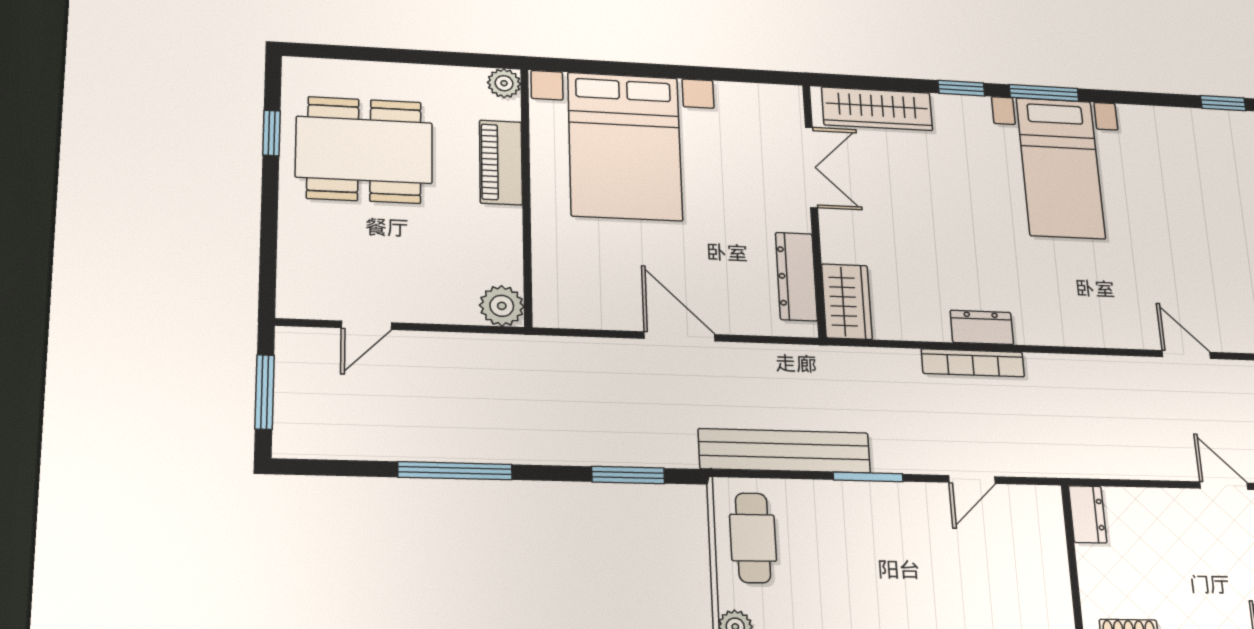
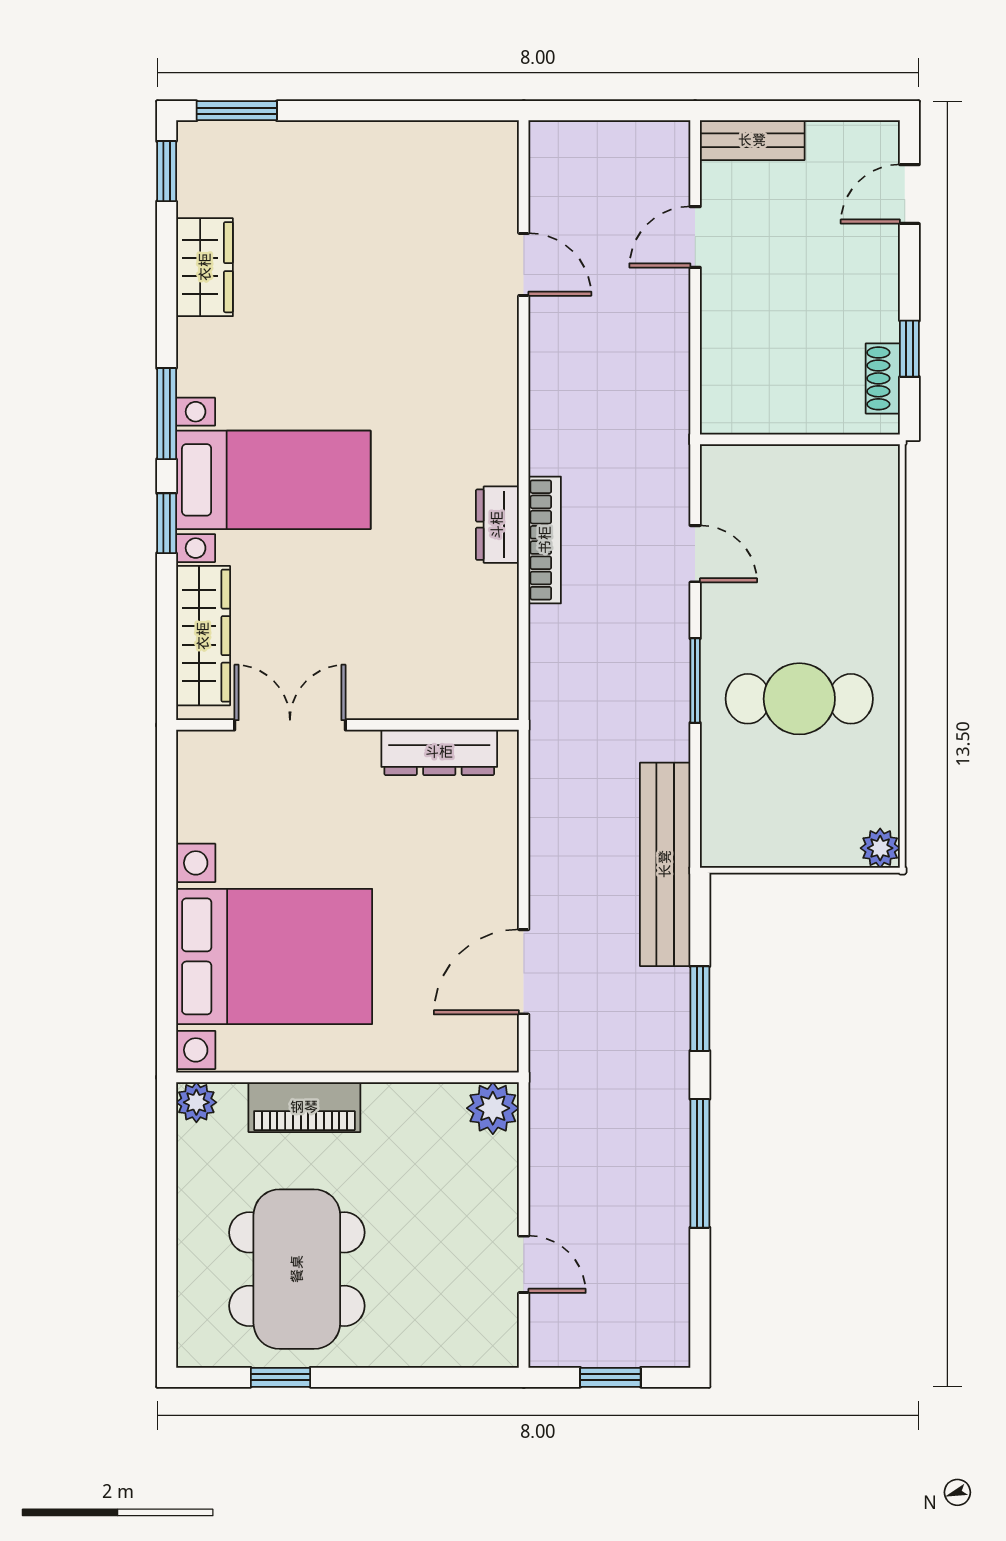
bed with nightstands: (1061, 168) -> (273, 480), moved
wardrobe: (847, 302) -> (205, 267), moved, turned 90
door: (680, 336) -> (524, 972), moved
door: (1186, 355) -> (524, 264), swing flipped
window: (265, 392) -> (610, 1377), width x0.67
bench: (785, 451) -> (665, 864), moved
window: (628, 475) -> (700, 1009), moved
dresser: (1088, 514) -> (736, 414), removed
cafe table: (753, 538) -> (799, 699), moved, width x1.37, depth x1.35

